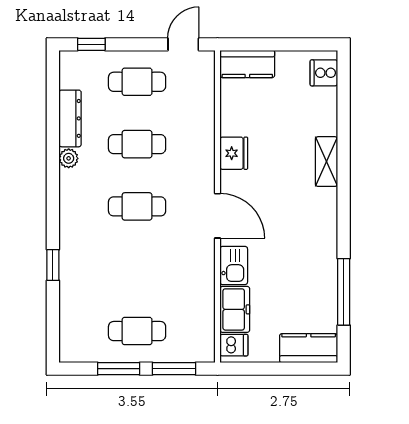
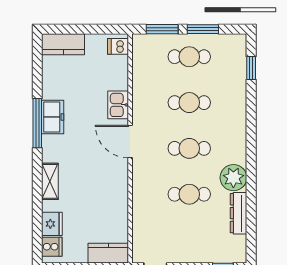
cafe table: (137, 82) -> (189, 103), moved
fridge: (234, 153) -> (52, 224), moved, turned 180
plant: (69, 158) -> (233, 178), width x1.87, depth x1.87
window: (53, 265) -> (251, 68), moved
window: (344, 292) -> (37, 123), moved
freezer: (235, 309) -> (53, 117), moved, turned 180

